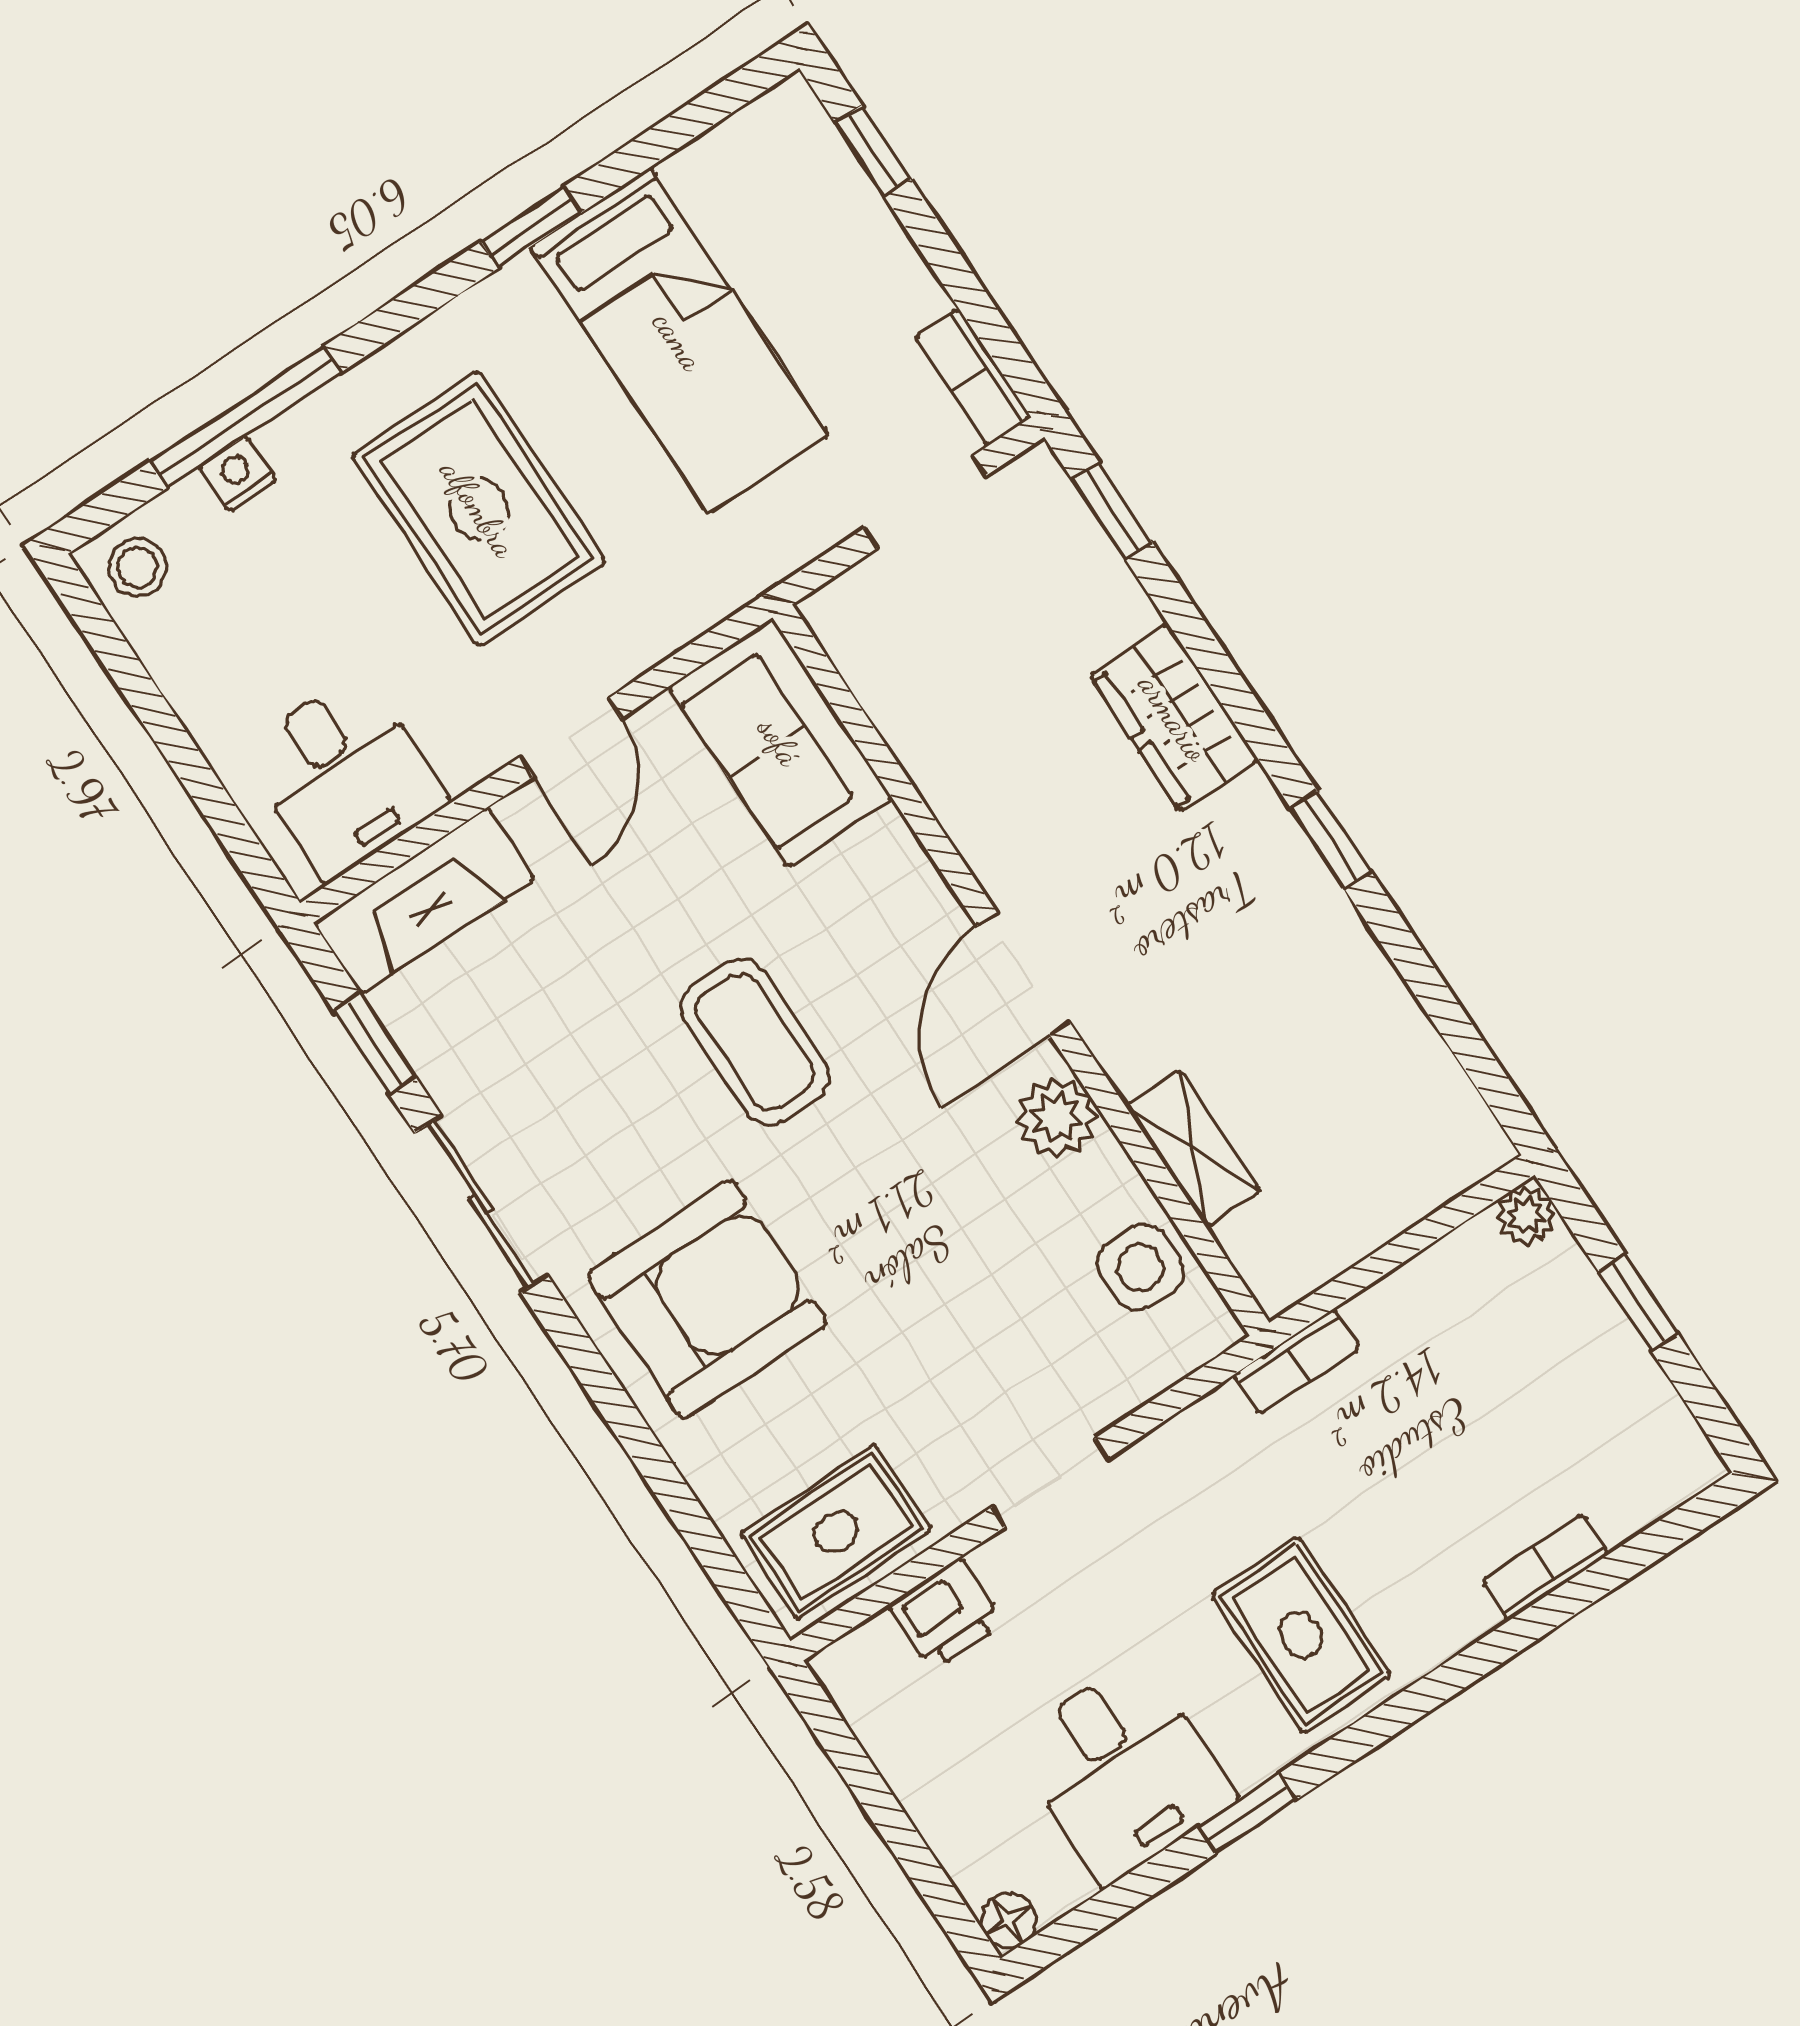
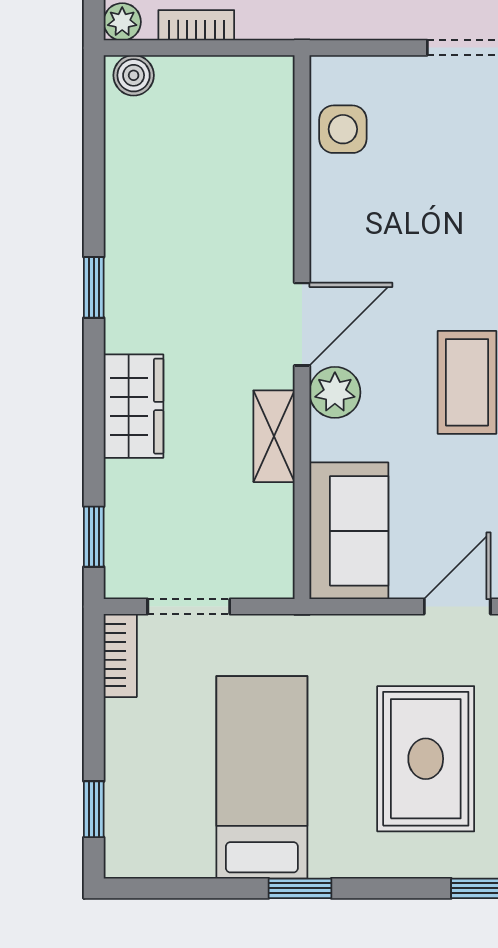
plant: (1056, 1117) -> (335, 392), moved
shelving: (1192, 1148) -> (274, 436), moved
boiler: (1464, 1155) -> (134, 75), added
bookcase: (1297, 1362) -> (196, 25), moved

